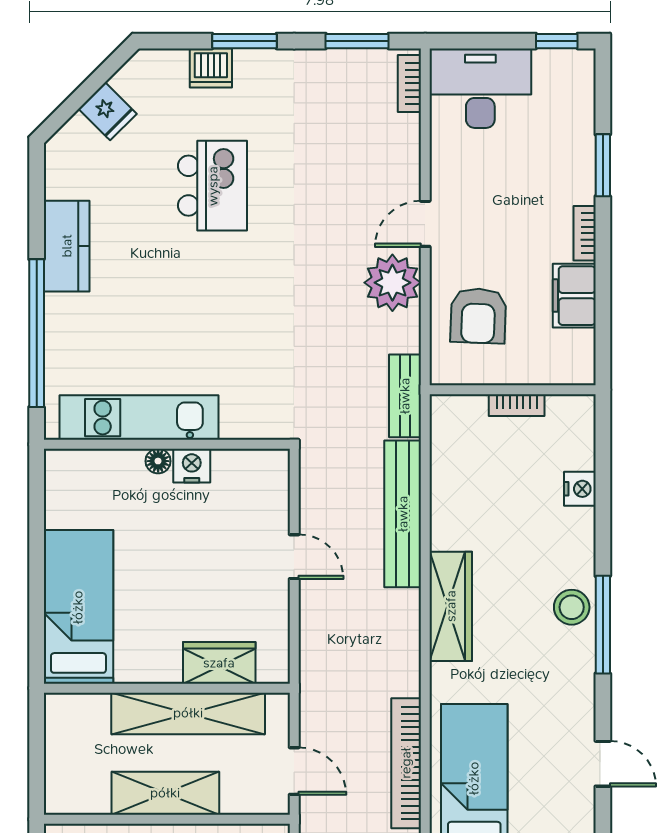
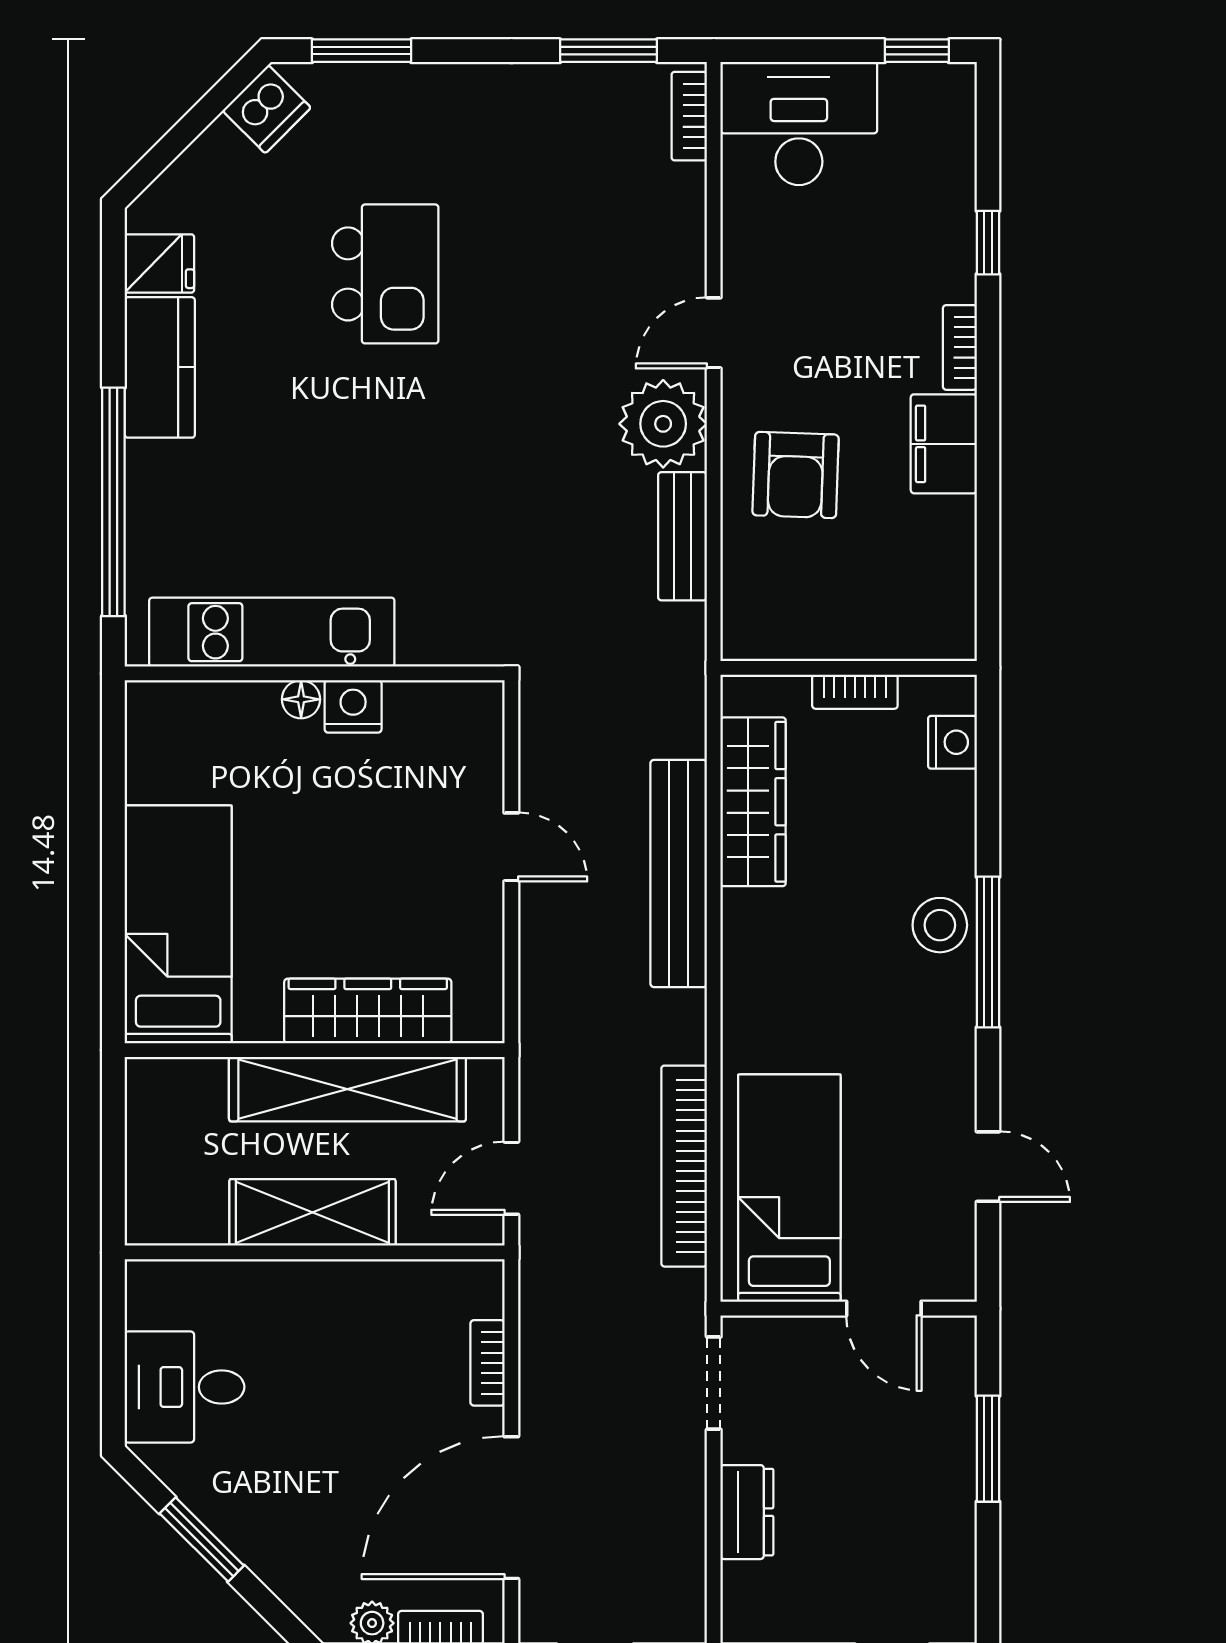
window: (244, 41) -> (362, 51), moved
dishwasher: (211, 68) -> (267, 109), moved, turned -45
fridge: (108, 111) -> (159, 263), moved, turned -45
window: (603, 165) -> (988, 243), width x0.67
wall: (513, 390) -> (849, 668), moved
bench: (405, 396) -> (682, 536), moved
bookcase: (517, 405) -> (855, 692), moved
bench: (403, 514) -> (679, 873), moved
wardrobe: (451, 606) -> (753, 802), moved
wardrobe: (219, 663) -> (368, 1011), width x1.50
door: (294, 771) -> (511, 1178), swing flipped

